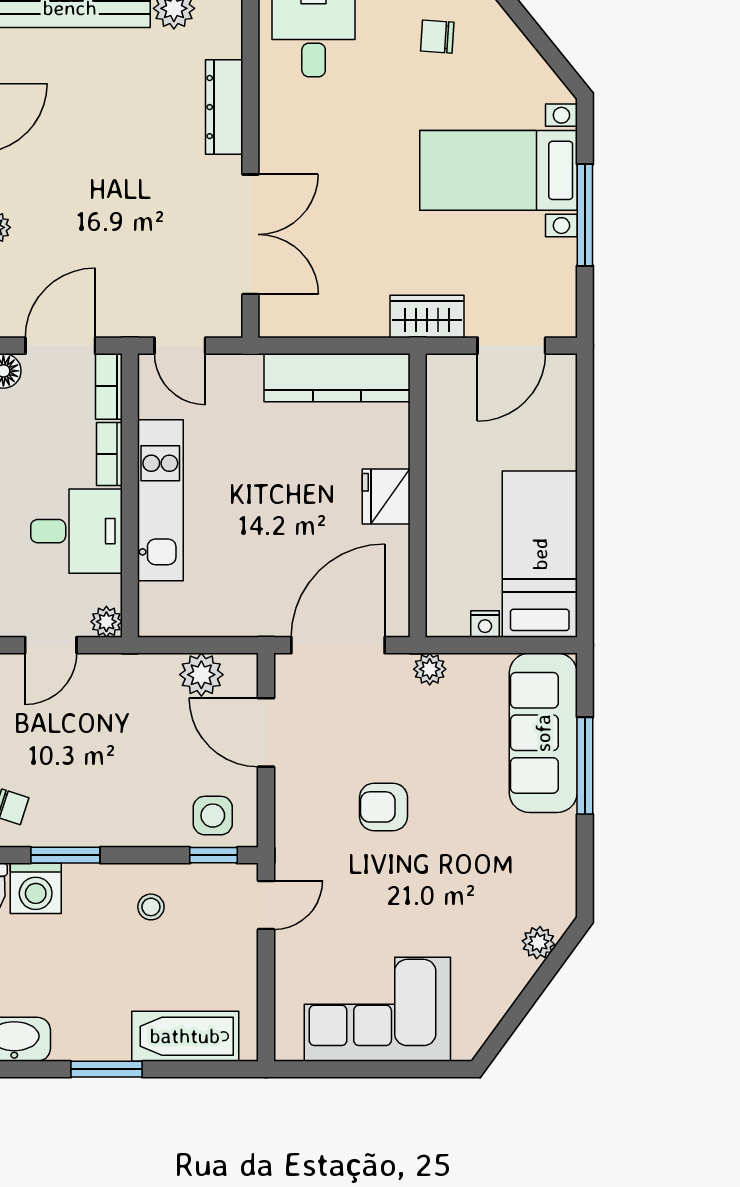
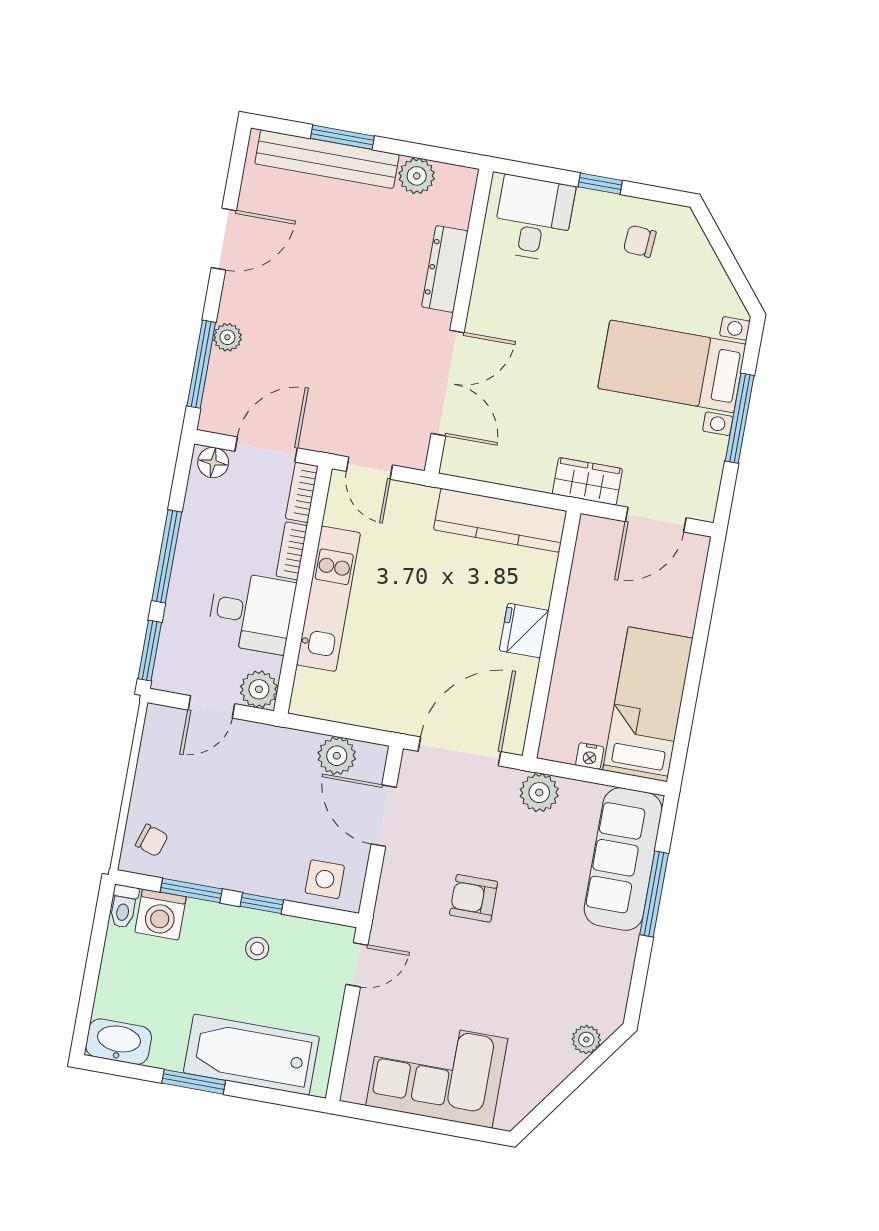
plant: (106, 622) -> (259, 689), width x1.38, depth x1.38
plant: (430, 669) -> (539, 793), width x1.38, depth x1.38
window: (214, 855) -> (262, 903), moved
bathtub: (185, 1036) -> (251, 1055), width x1.36, depth x1.36

